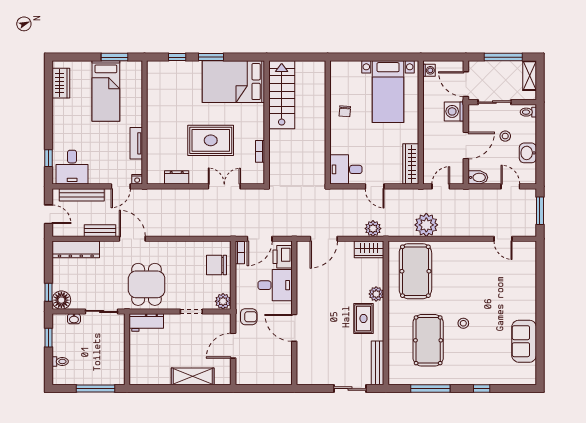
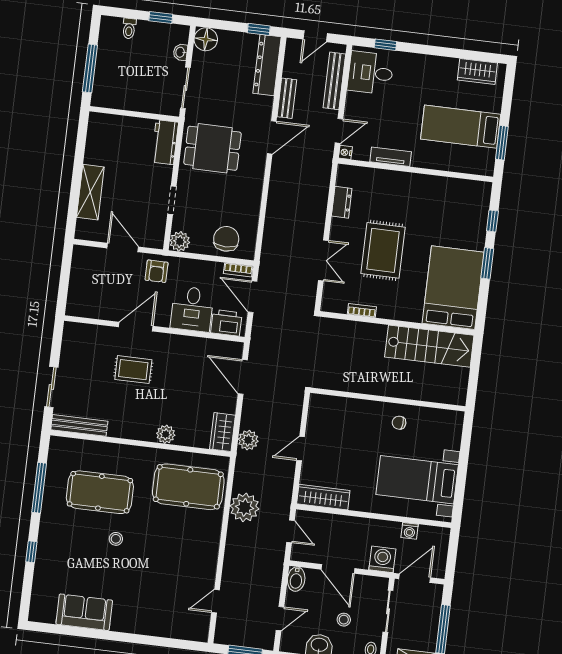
washing machine: (429, 70) -> (410, 531), moved
desk: (346, 169) -> (326, 415), removed
door: (121, 186) -> (339, 131), swing flipped
window: (49, 292) -> (259, 29), moved
rug: (363, 318) -> (133, 370), moved

